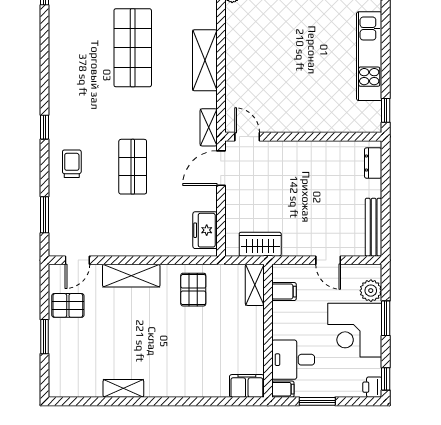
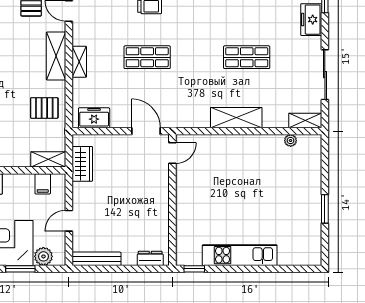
shop shelf: (133, 48) -> (247, 57), width x0.70, depth x0.74
shelving: (209, 127) -> (79, 62), moved, turned 90

